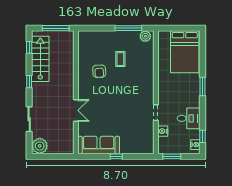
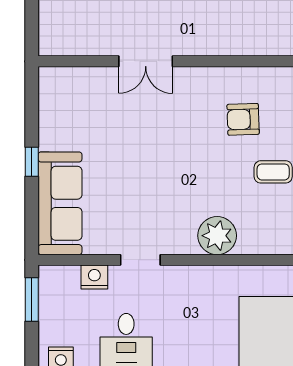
plant: (146, 82) -> (217, 236), added
sofa: (99, 145) -> (60, 203), moved

